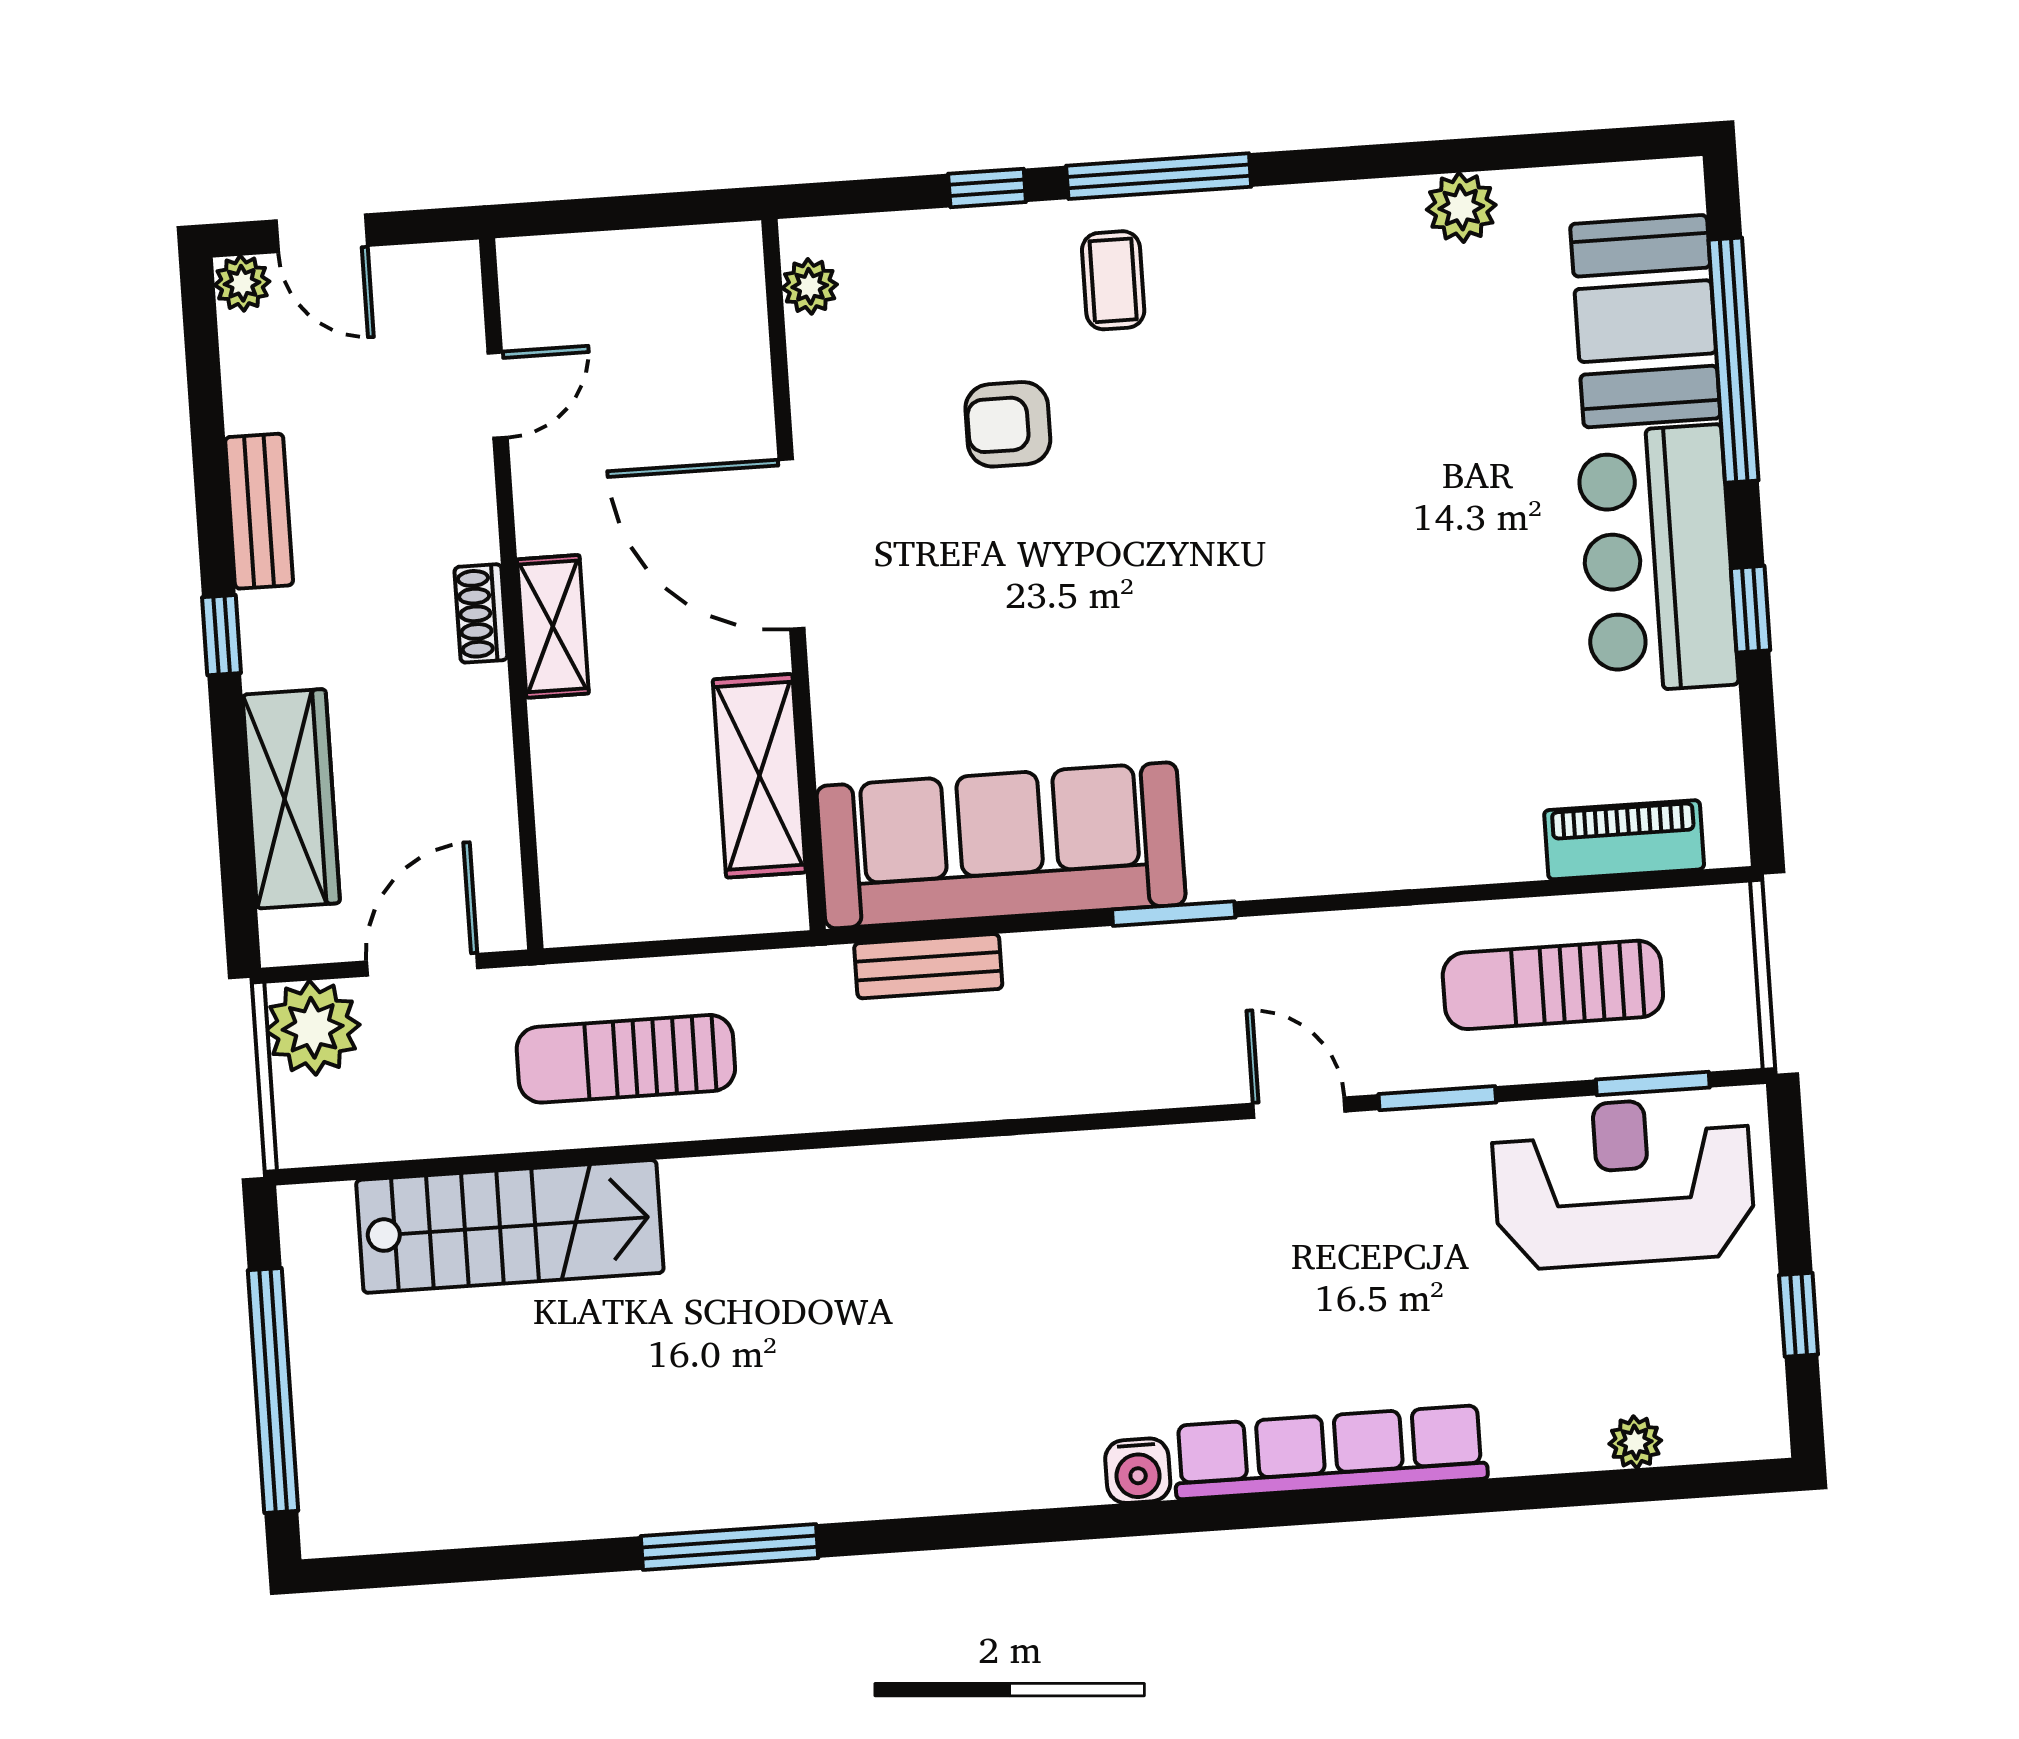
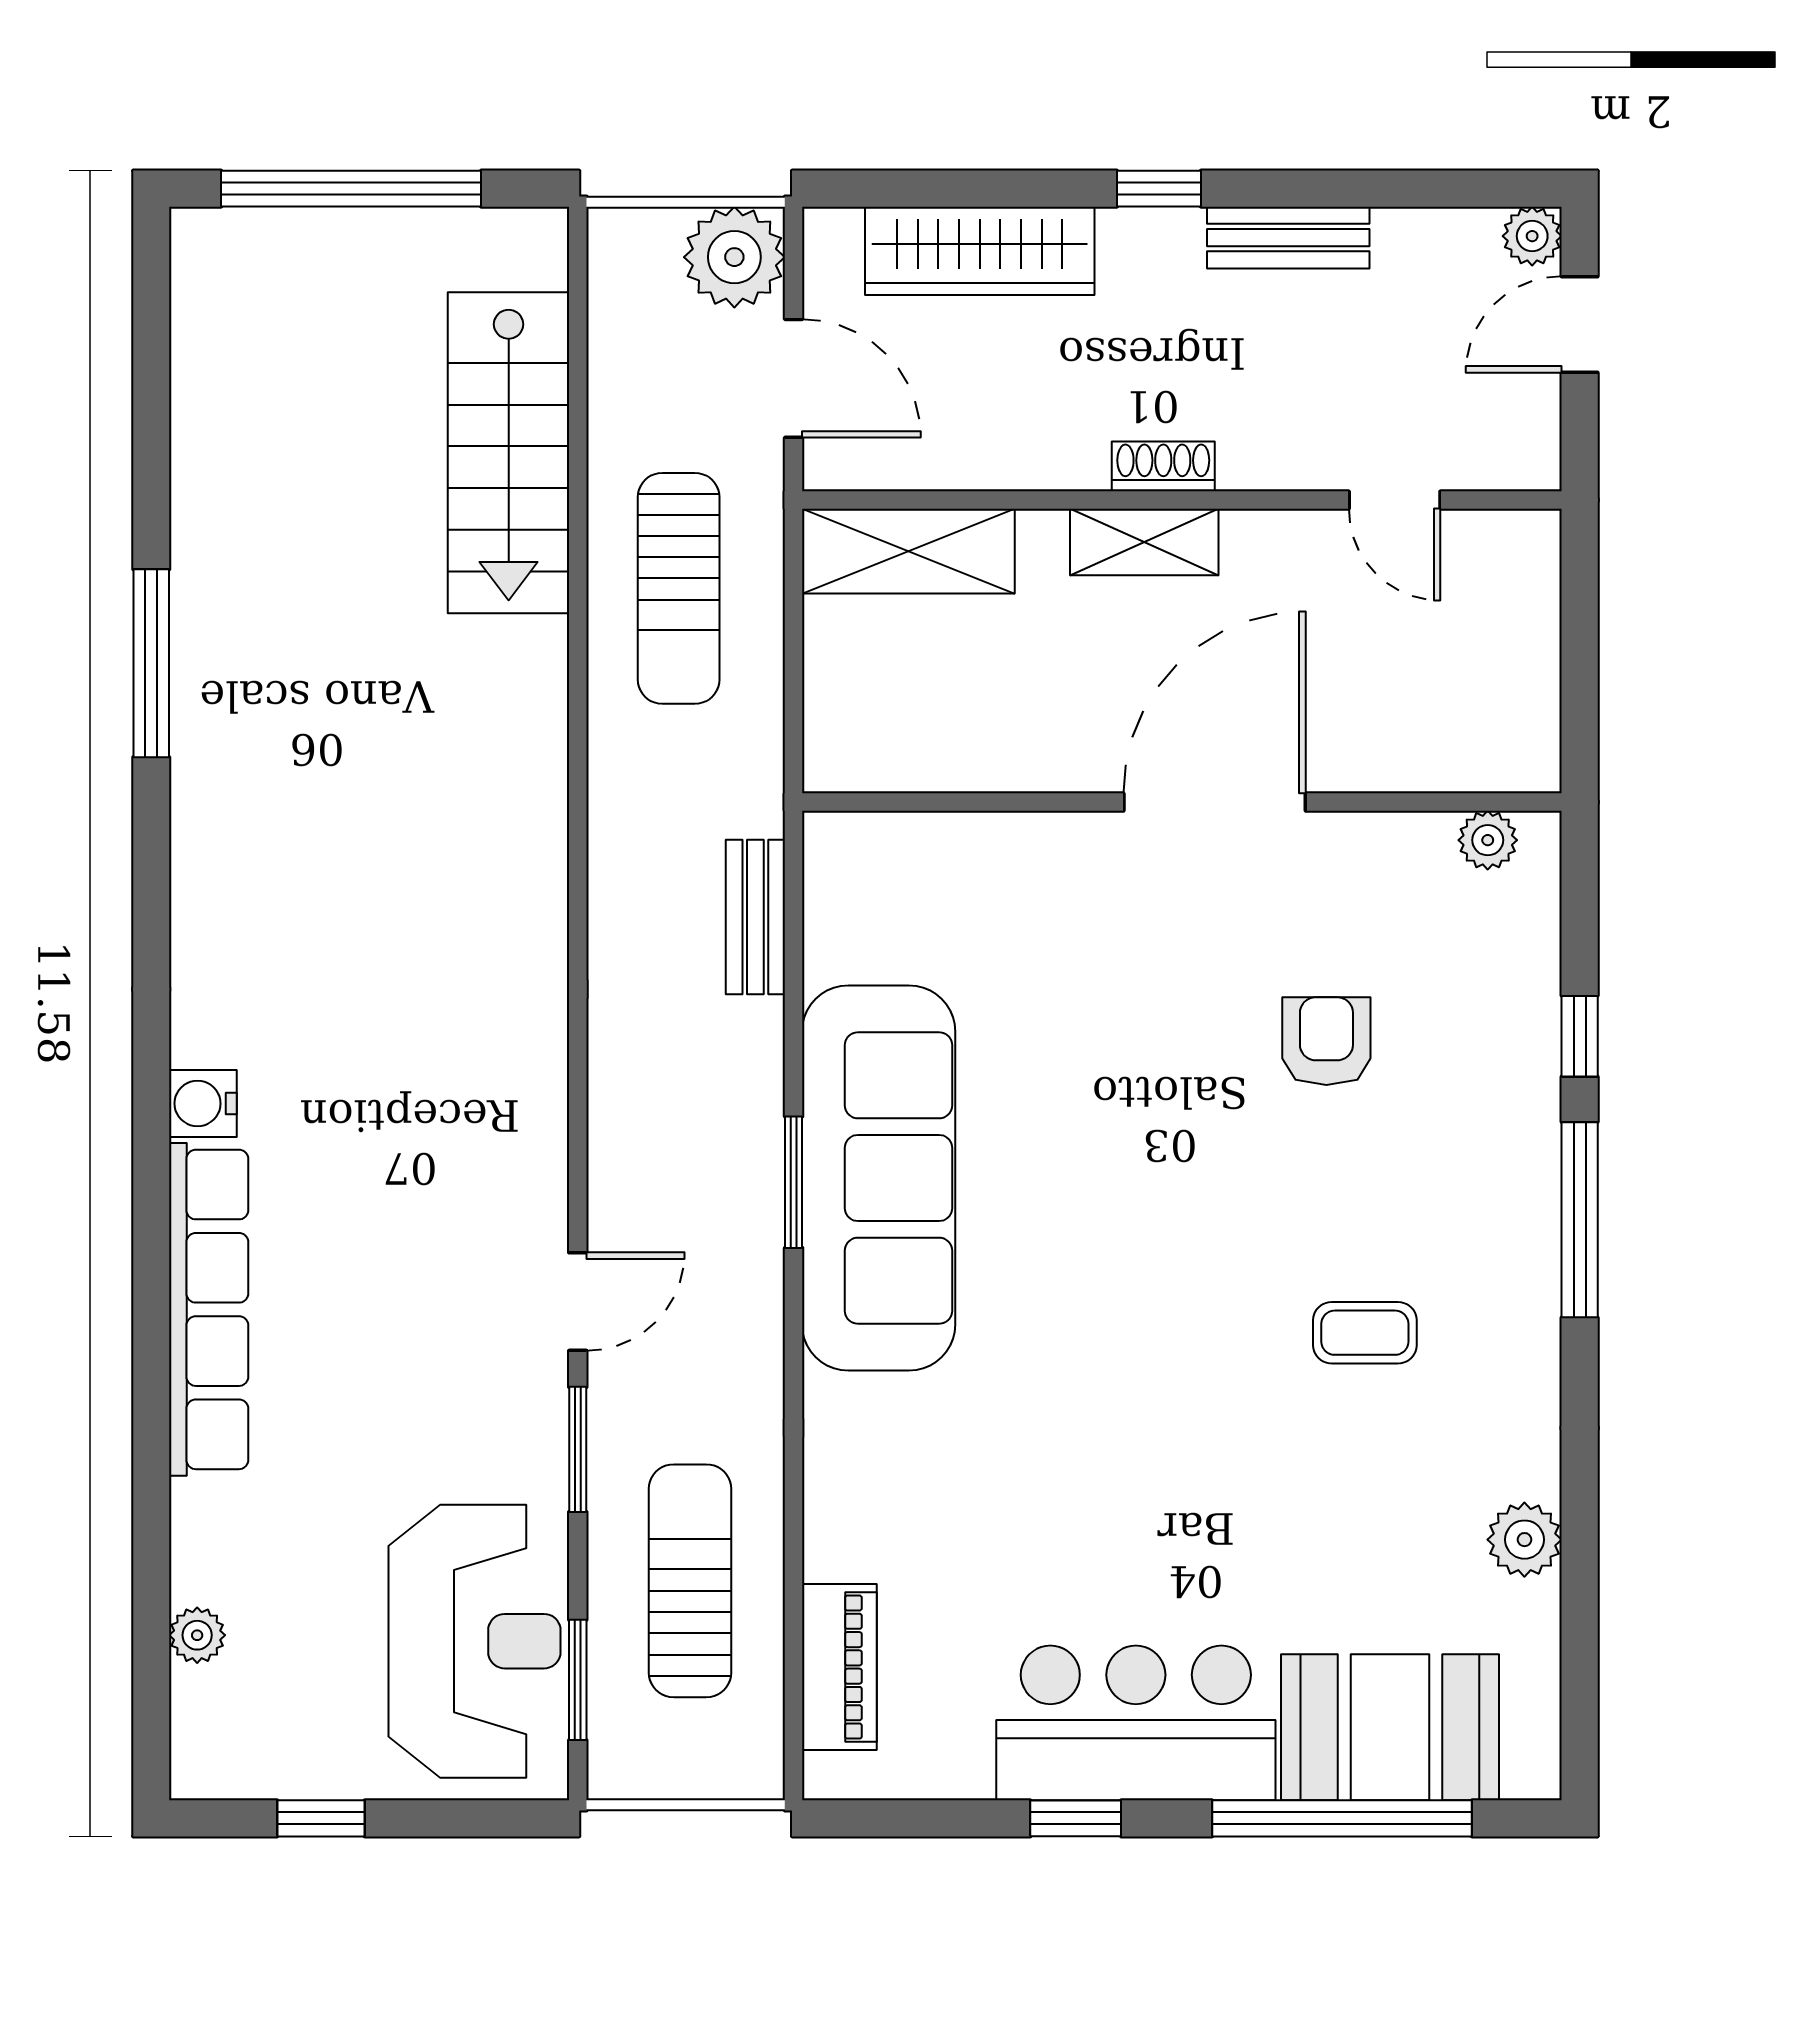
coffee table: (1113, 280) -> (1365, 1333), moved
shelving: (759, 776) -> (908, 551), moved
sofa: (1001, 845) -> (879, 1178), moved
sun lounger: (626, 1059) -> (679, 588), turned 180

